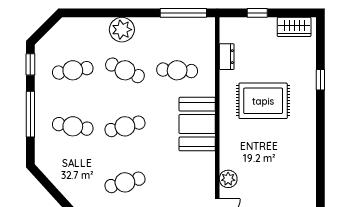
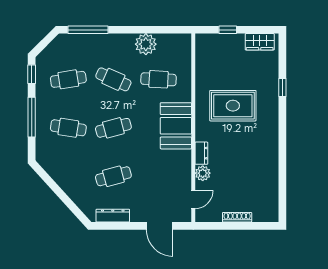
window: (183, 13) -> (88, 30), moved
plant: (122, 30) -> (146, 44), moved
dresser: (227, 57) -> (201, 153), moved

